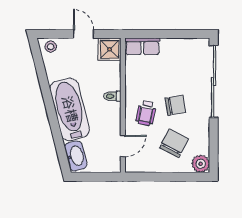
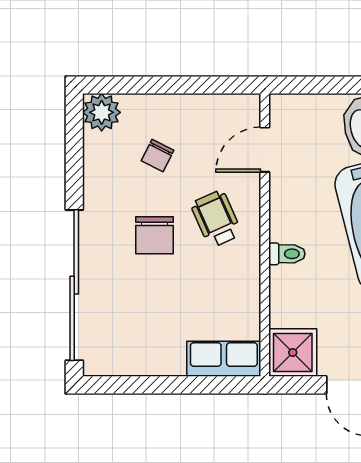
chair: (175, 105) -> (154, 235), turned -81
wheelchair: (146, 113) -> (216, 219), turned -35
chair: (174, 143) -> (158, 156), width x0.54, depth x0.54

